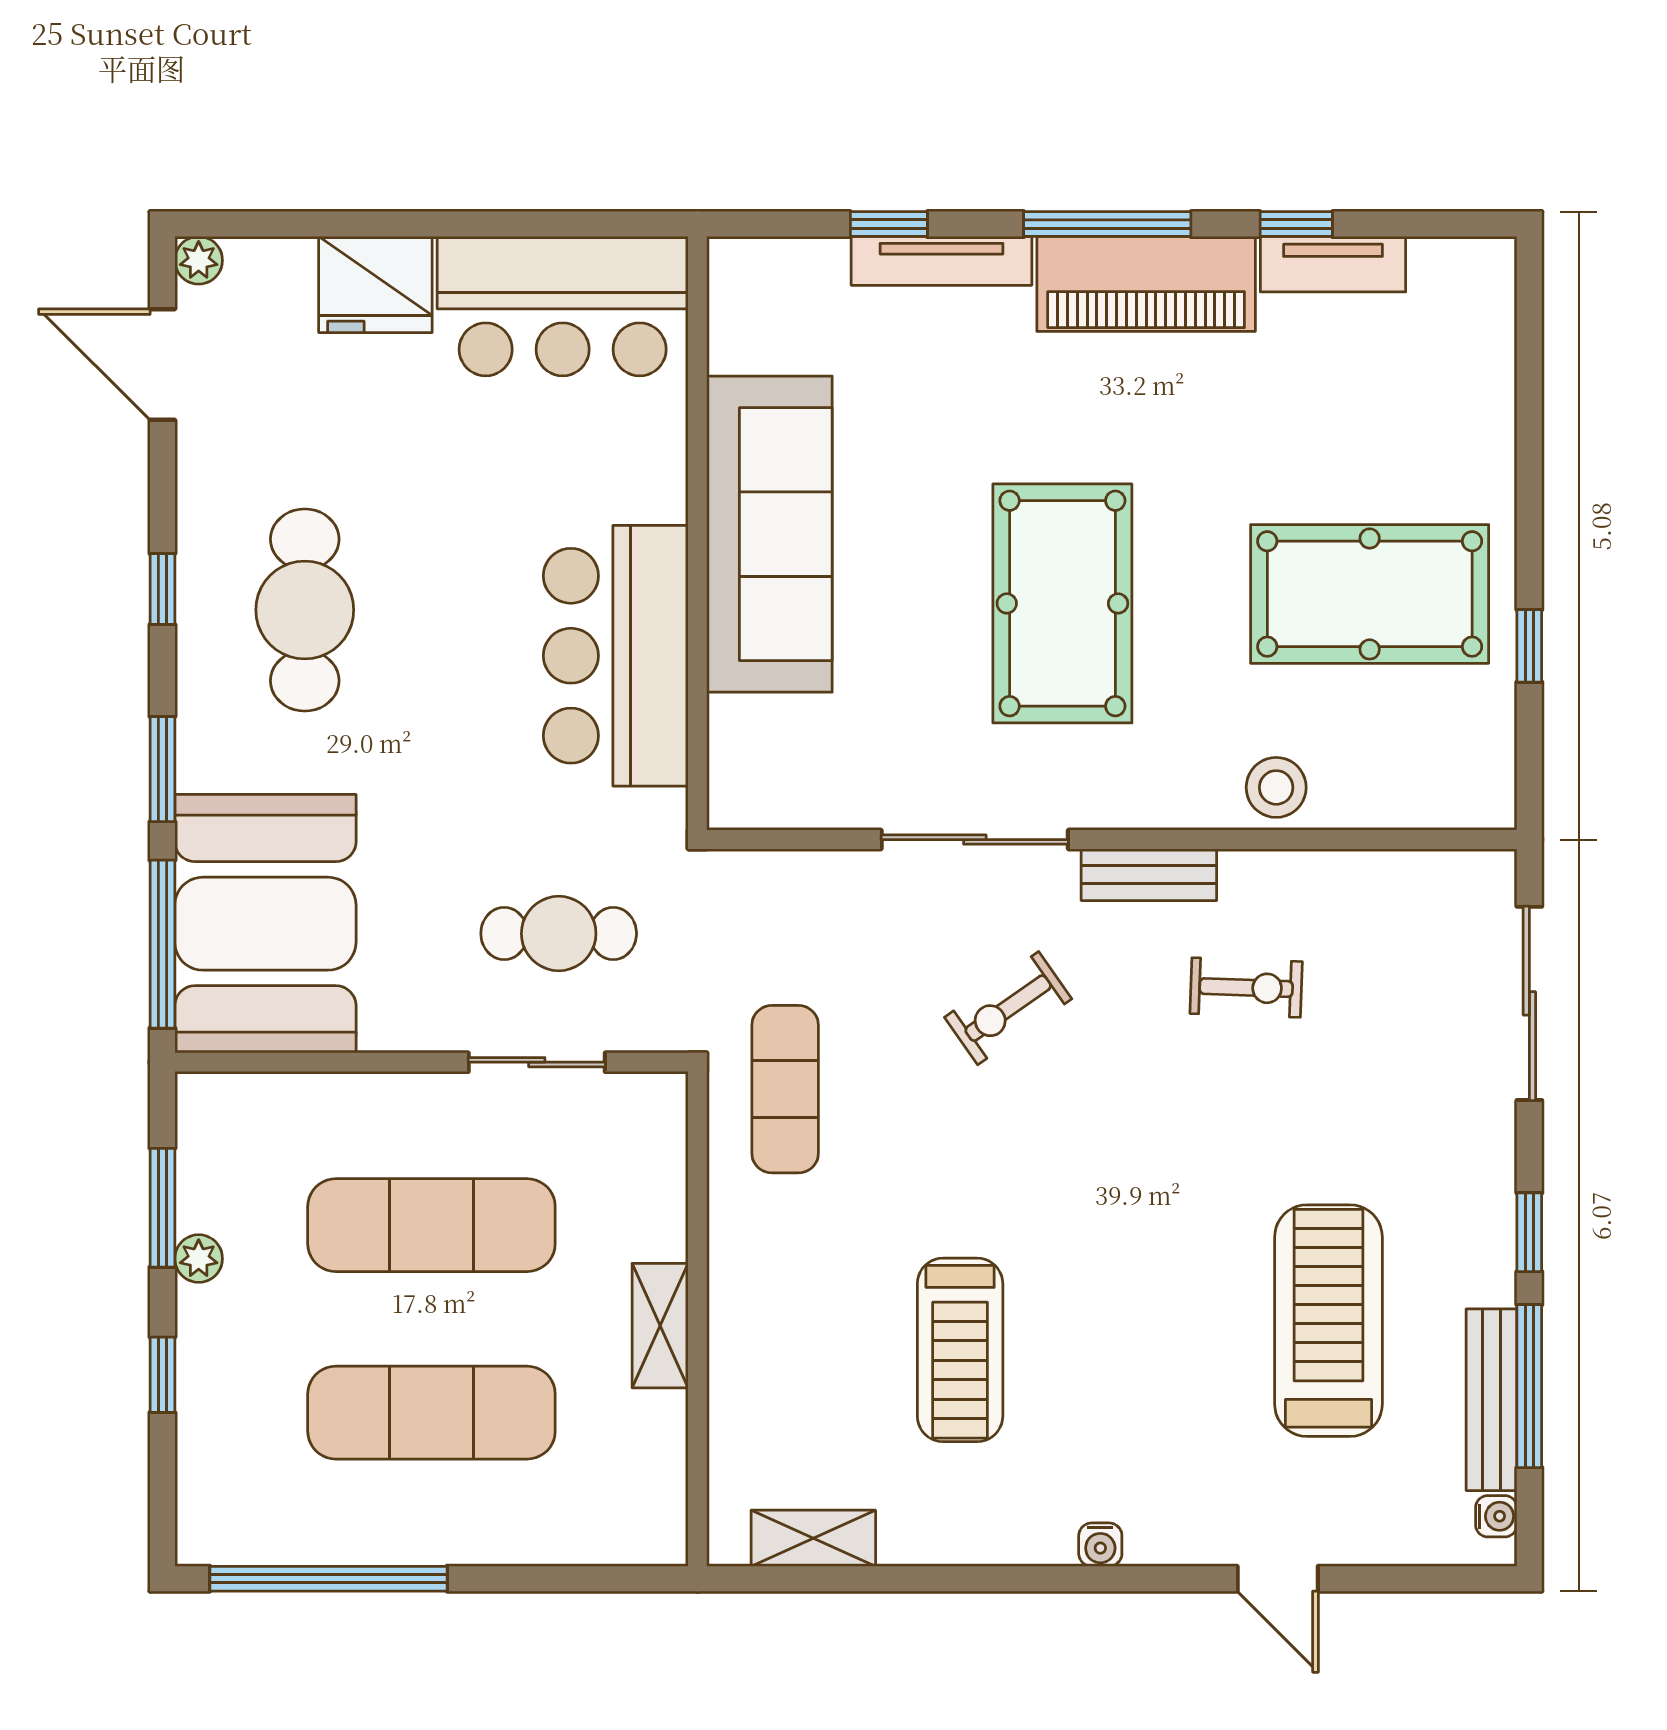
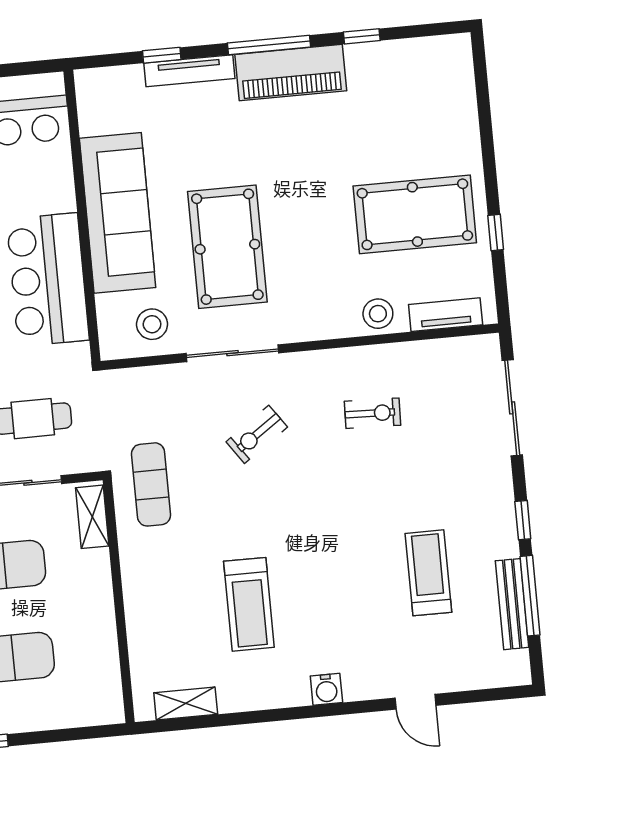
tv unit: (1333, 264) -> (446, 315), moved, turned 180
pool table: (1062, 603) -> (227, 247), moved
stool: (818, 766) -> (152, 324), added
bench: (1149, 875) -> (320, 362), removed
treadmill: (1328, 1321) -> (428, 573), width x0.73, depth x0.73
shelving: (660, 1326) -> (92, 517), moved
water cooler: (1496, 1516) -> (520, 661), removed
water cooler: (1100, 1545) -> (326, 689), width x1.38, depth x1.38

